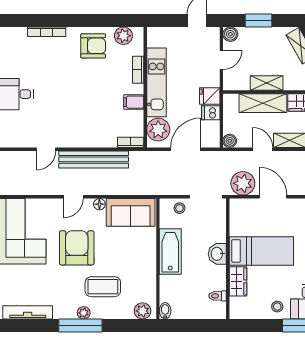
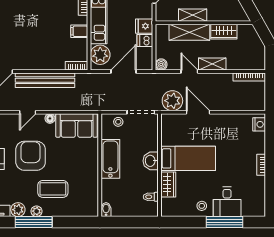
plant: (143, 311) -> (18, 210), moved

